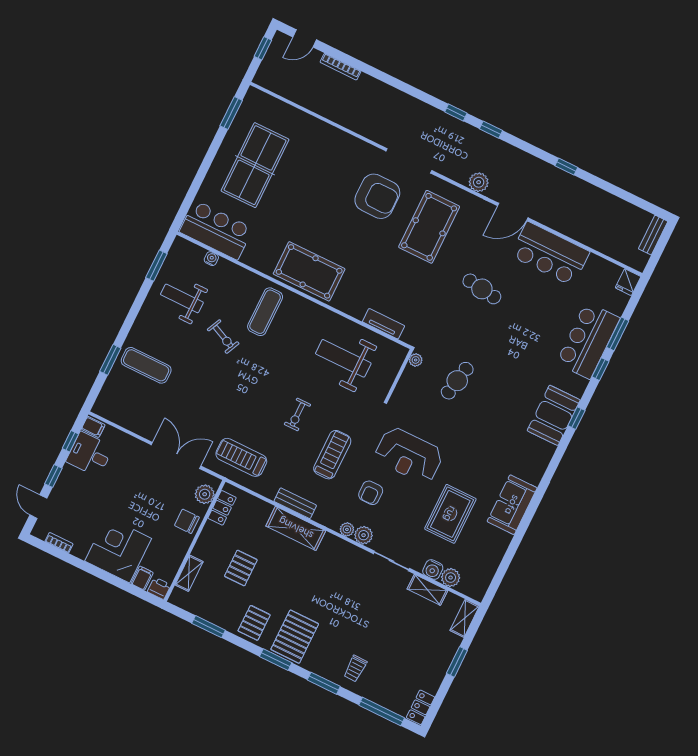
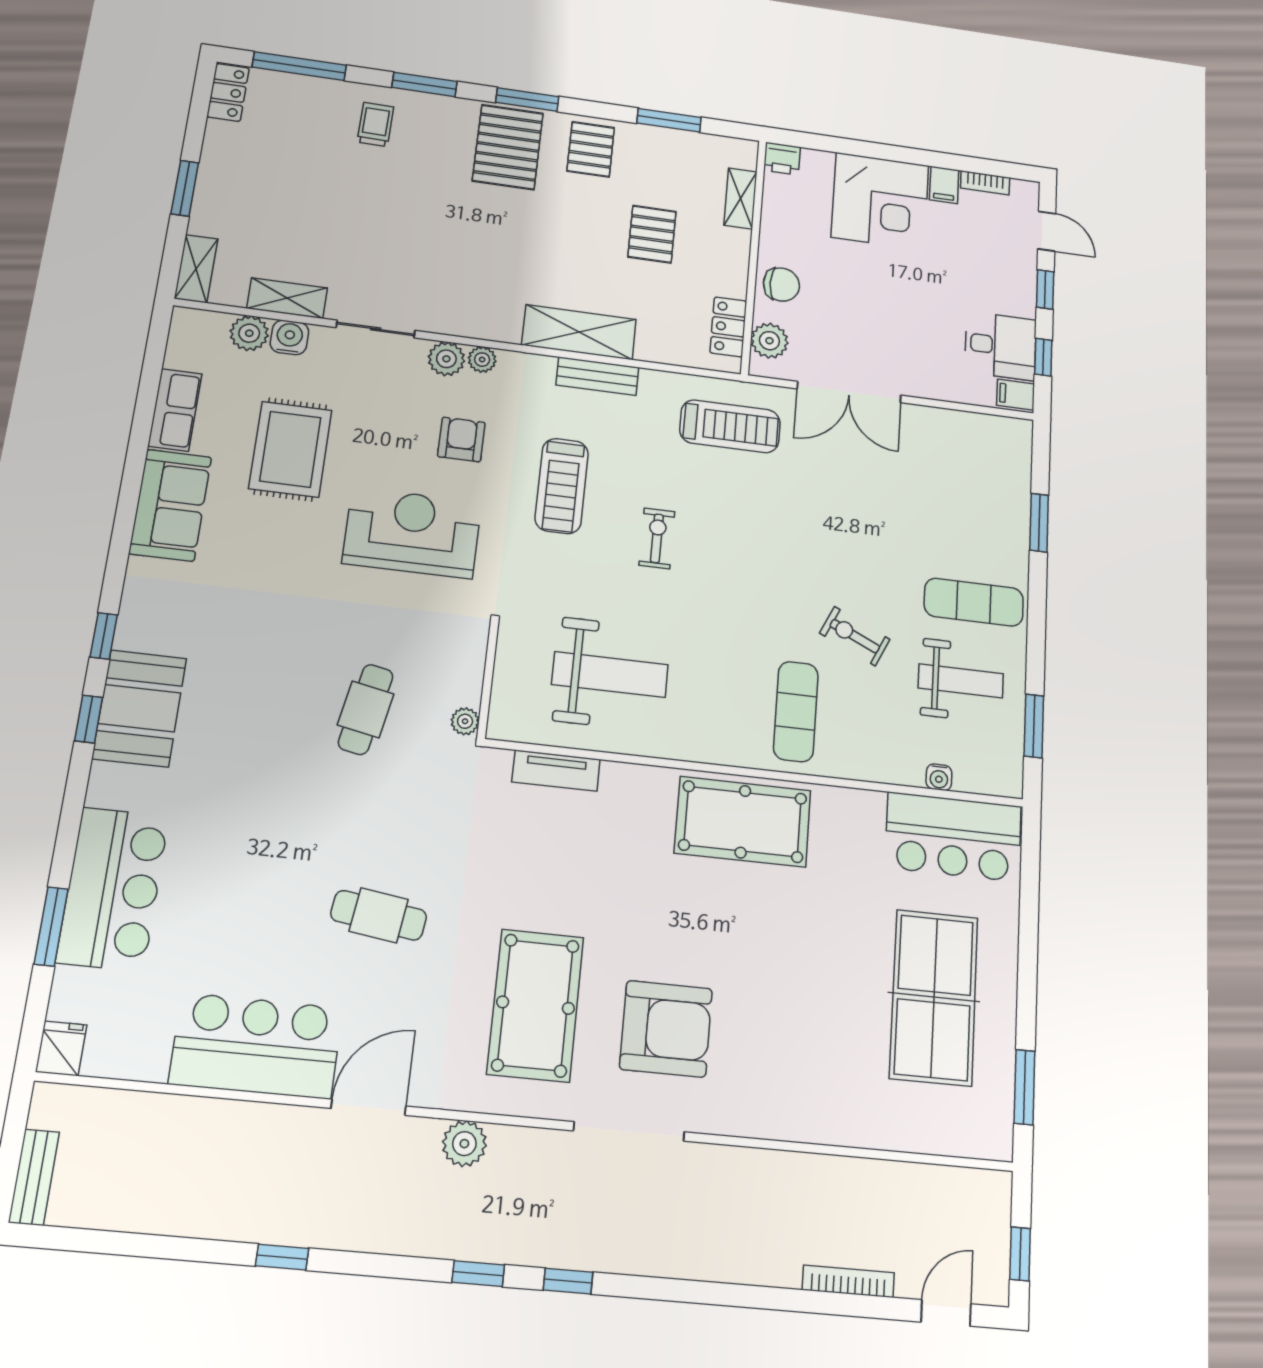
armchair: (377, 196) -> (666, 1029), turned 180
exercise mat: (146, 365) -> (974, 602), moved
window: (600, 369) -> (104, 636), moved
row of seats: (496, 550) -> (175, 410), added
filing cabinet: (142, 578) -> (944, 185), moved

